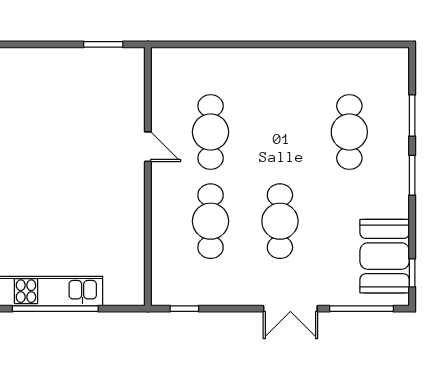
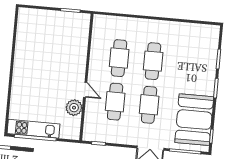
cafe table: (349, 132) -> (153, 61), moved
door: (148, 147) -> (85, 90), moved
plant: (128, 241) -> (74, 108), added
booth: (385, 256) -> (194, 120), width x1.36, depth x1.42

